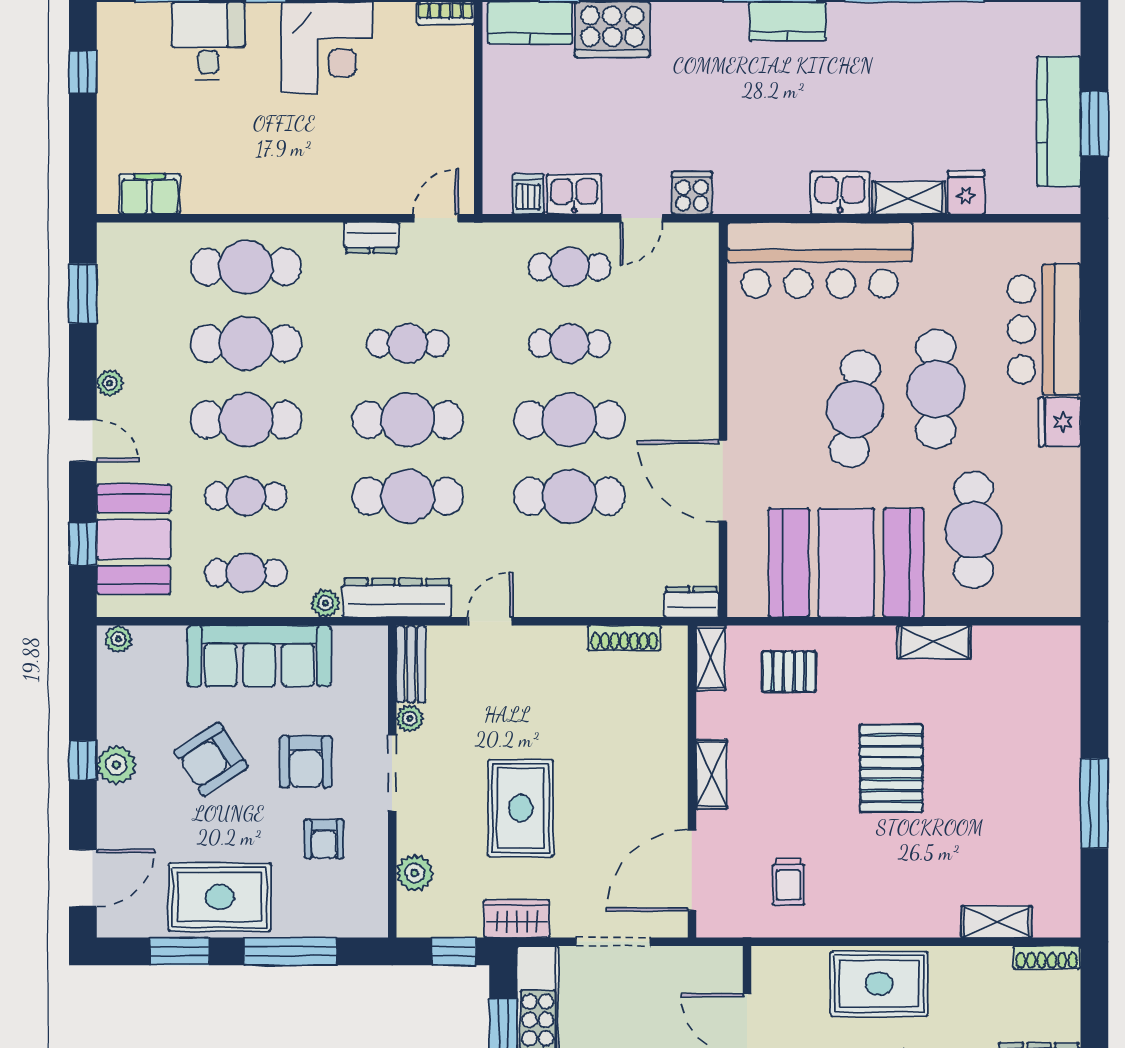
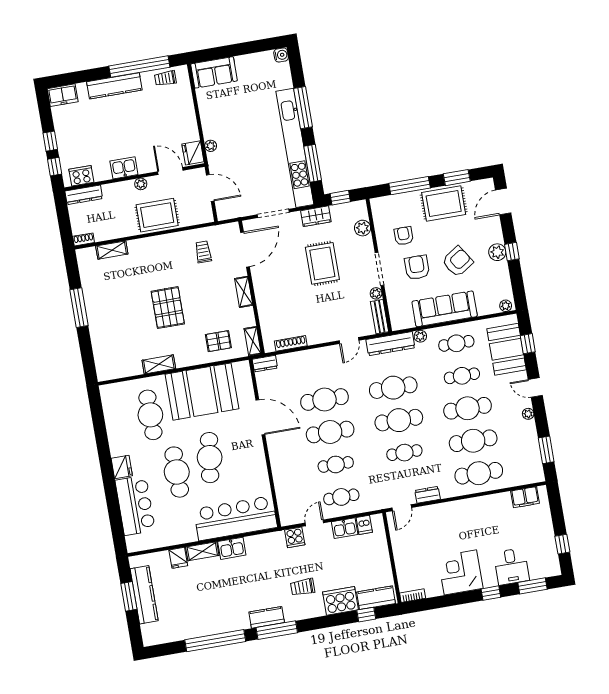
trolley: (694, 76) -> (303, 587), added
shoe rack: (1047, 957) -> (84, 239), width x0.70

